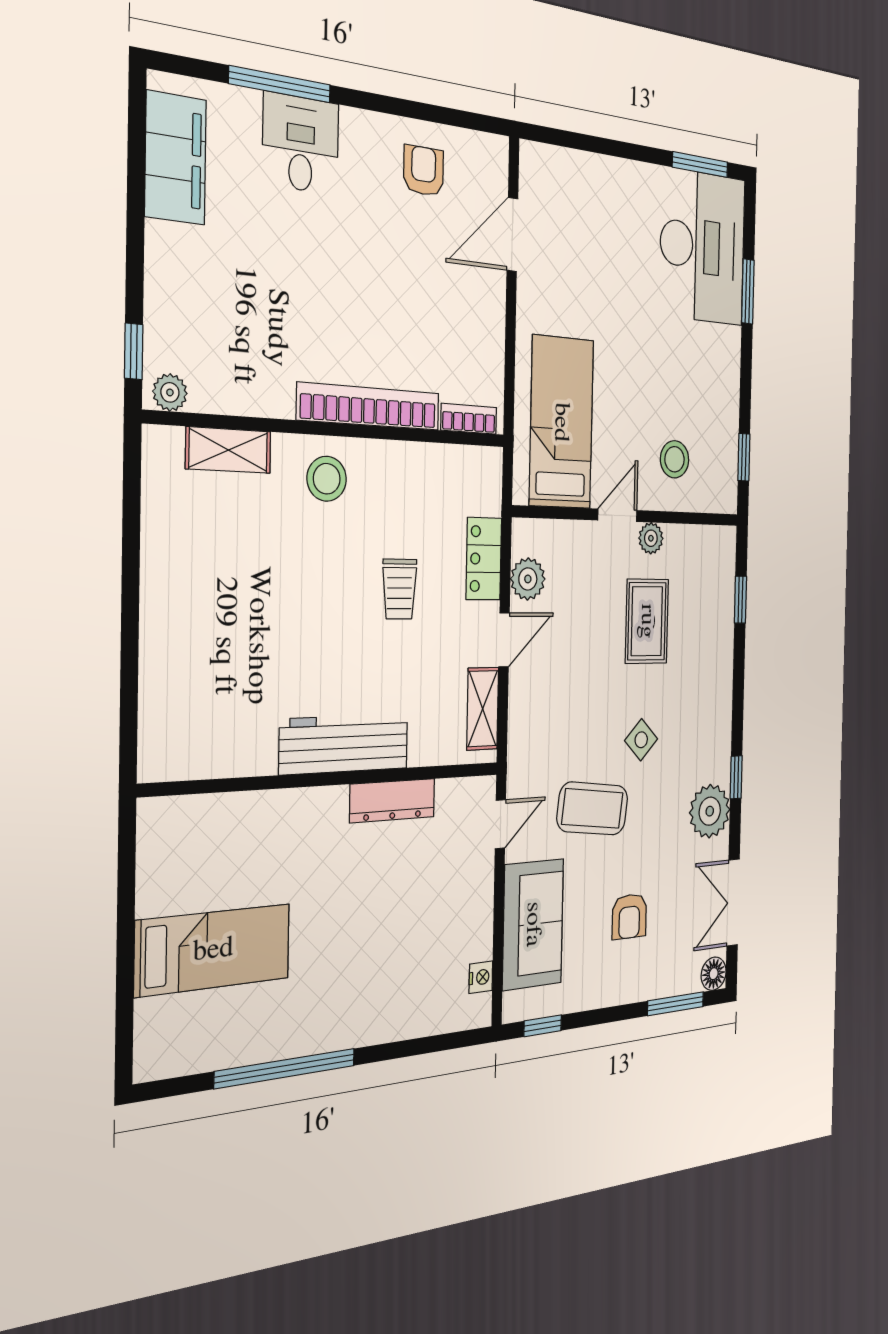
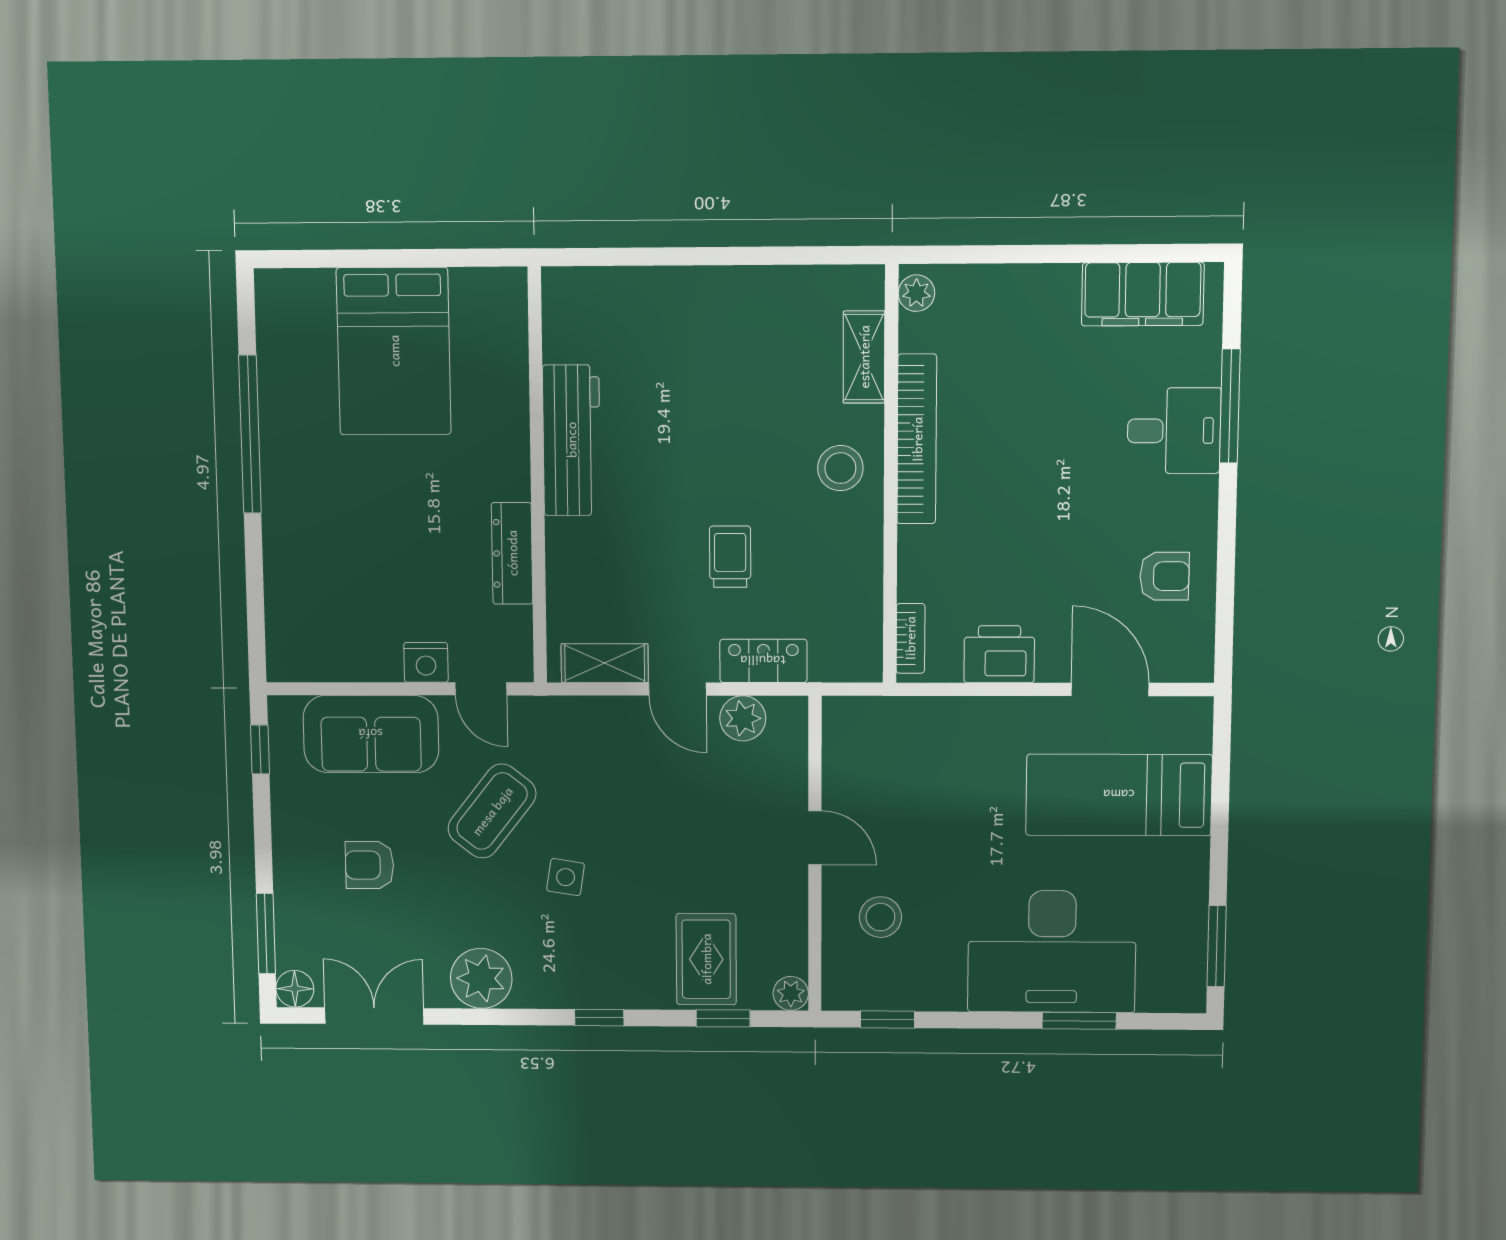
desk: (703, 247) -> (1052, 952), moved
printer: (483, 336) -> (999, 654), added
window: (134, 351) -> (953, 254), removed
bookcase: (369, 406) -> (917, 439), moved
bed: (561, 422) -> (1119, 795), moved, turned 180
plant: (651, 538) -> (791, 993), moved
trolley: (399, 589) -> (730, 557), turned 90
rug: (647, 621) -> (706, 959), moved, turned 90
side table: (641, 740) -> (566, 877), turned -36
workbench: (344, 744) -> (571, 440), moved
window: (736, 777) -> (599, 1018), moved
coffee table: (593, 808) -> (492, 811), turned 31
bed: (213, 950) -> (394, 351), width x1.50
nightstand: (481, 977) -> (426, 662), moved, width x1.39, depth x1.35

